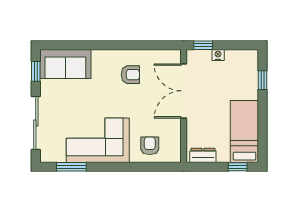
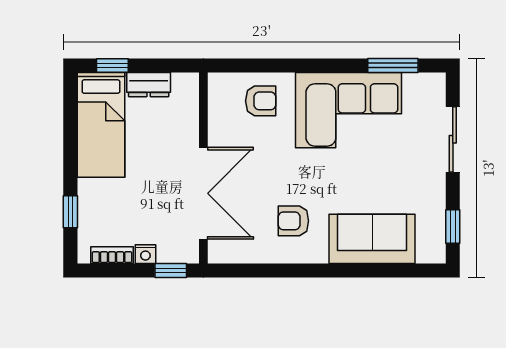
bookcase: (238, 54) -> (112, 255), added
sofa: (65, 64) -> (372, 239), moved
sliding door: (36, 123) -> (453, 139), width x0.73
armchair: (150, 146) -> (261, 101), turned -90
dresser: (203, 155) -> (149, 85), moved

